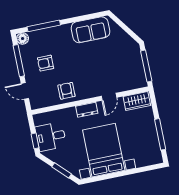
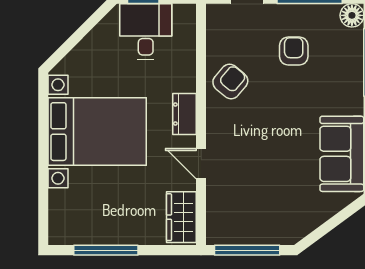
armchair: (66, 91) -> (230, 81), turned -50
window: (62, 170) -> (74, 40), removed

